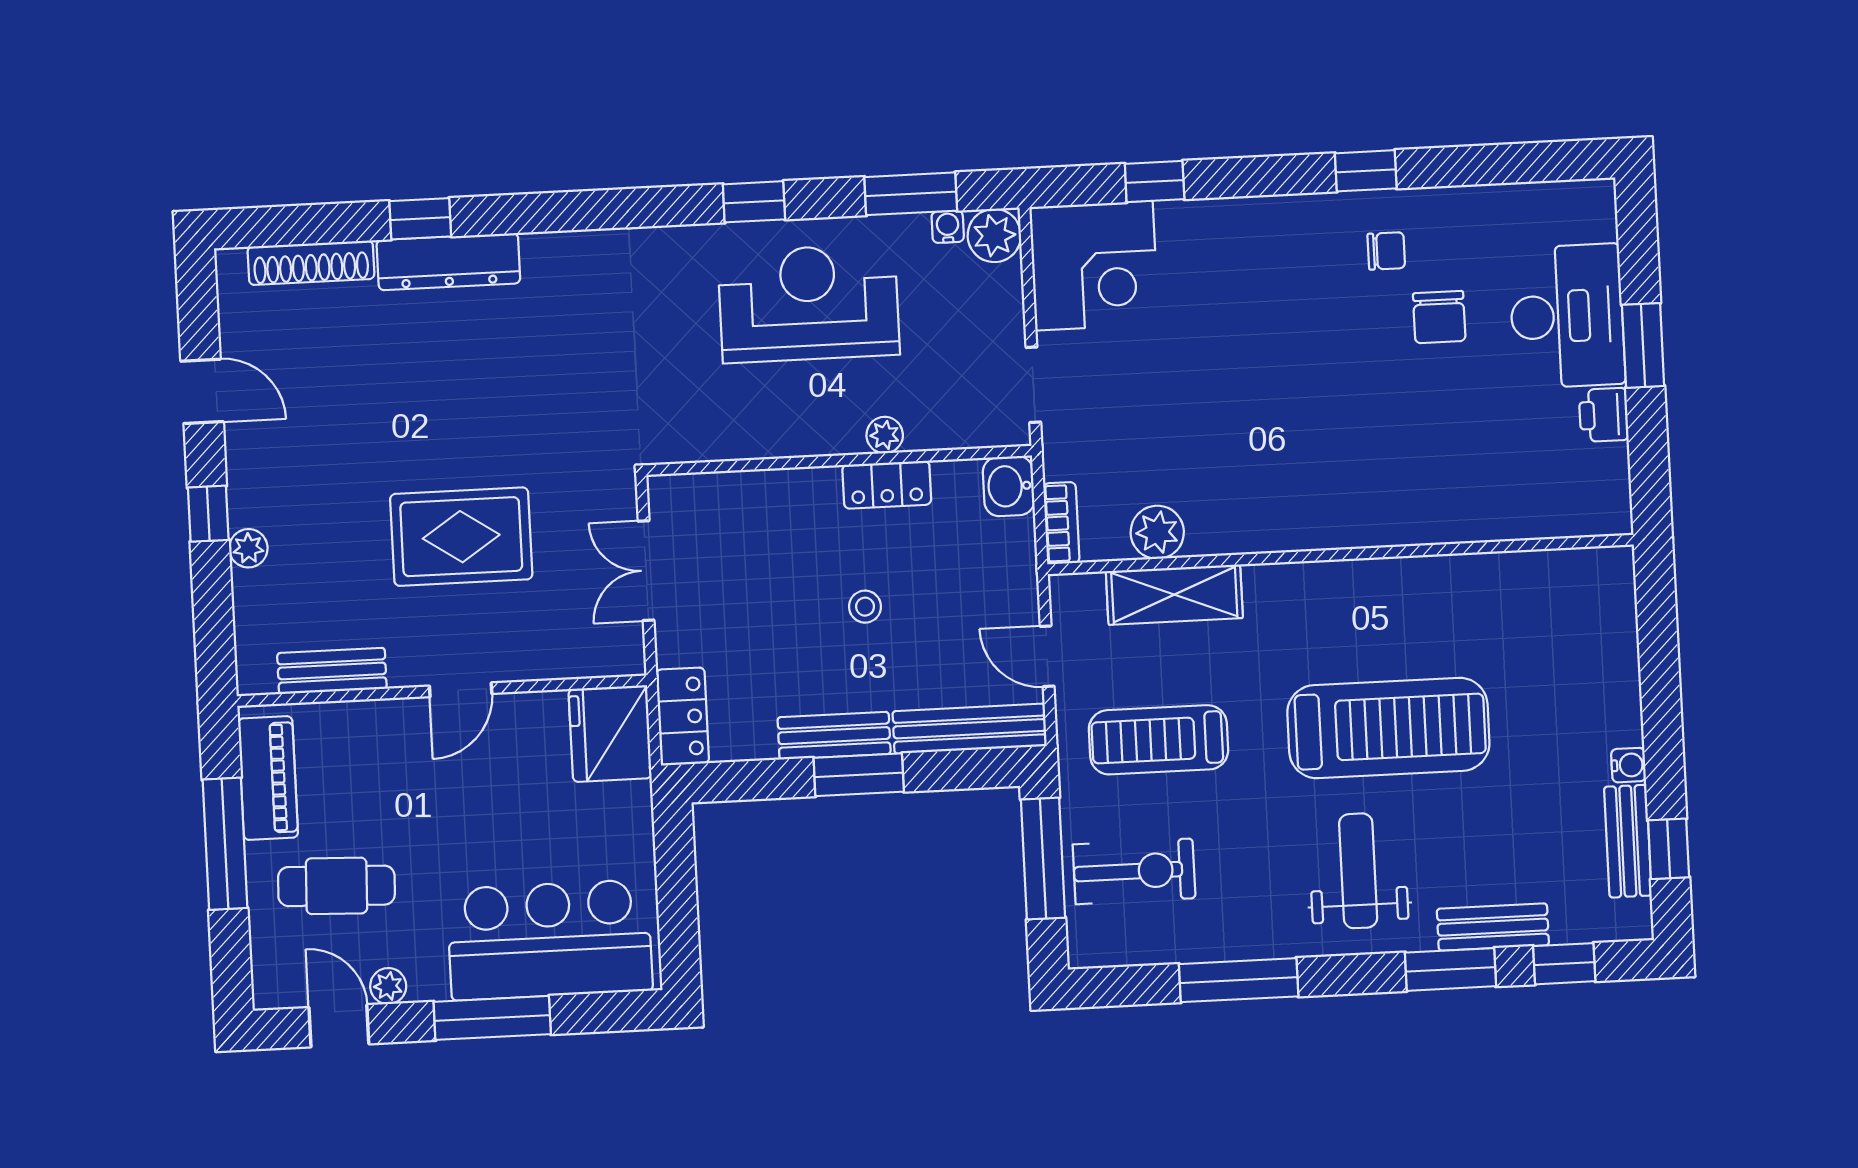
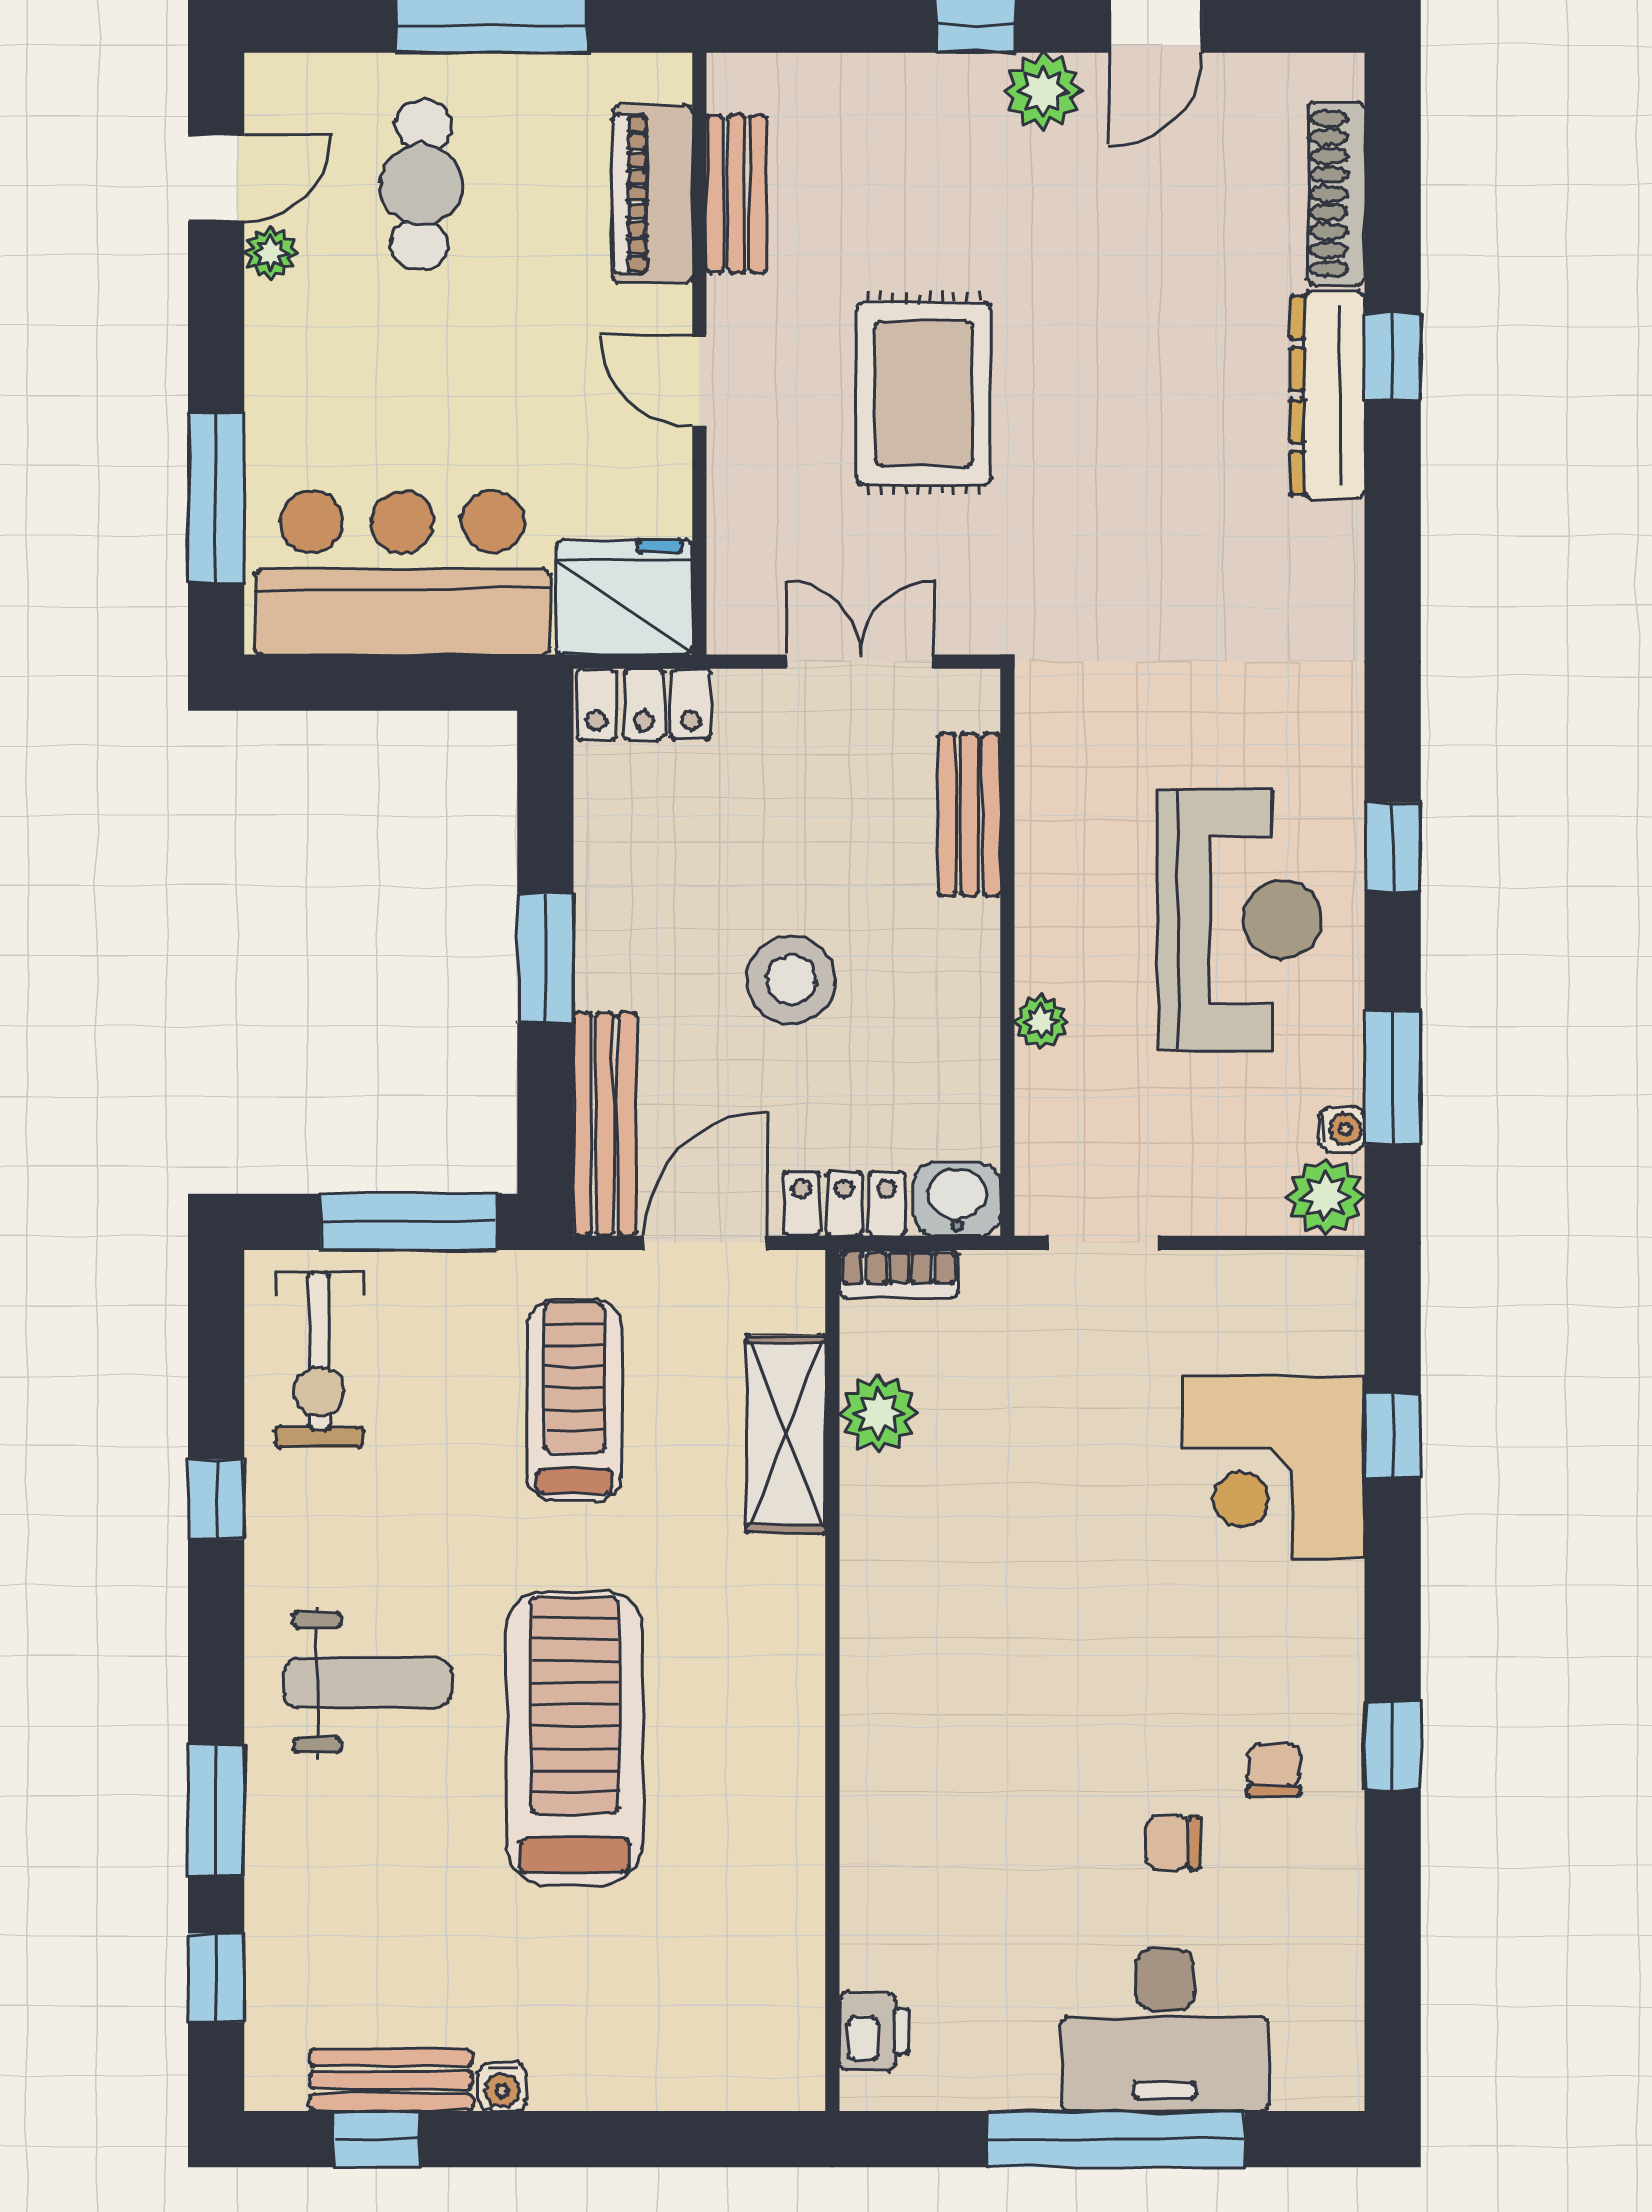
chair: (1386, 251) -> (1274, 1770), turned 180
corner desk: (1094, 266) -> (1274, 1467), moved
chair: (1439, 317) -> (1173, 1843), width x0.73, depth x0.73
window: (1643, 345) -> (1116, 2139), width x2.11
printer: (1604, 415) -> (874, 2031), moved, turned 90
locker: (887, 485) -> (844, 1204), moved, turned 90
plant: (248, 548) -> (1043, 91), moved, width x1.38, depth x1.38
stool: (865, 607) -> (791, 980), width x1.89, depth x1.89
door: (1047, 656) -> (705, 1243), width x1.38
treadmill: (1388, 728) -> (574, 1738), turned 180
bench: (834, 736) -> (969, 814), moved
piano: (268, 778) -> (652, 194), moved, turned 90
exercise bike: (1134, 871) -> (319, 1360), moved
bench: (1493, 927) -> (275, 1876), removed
bar counter: (550, 940) -> (402, 573), moved, turned -90
window: (1239, 980) -> (216, 1499), width x0.46
window: (492, 1018) -> (216, 498), moved

